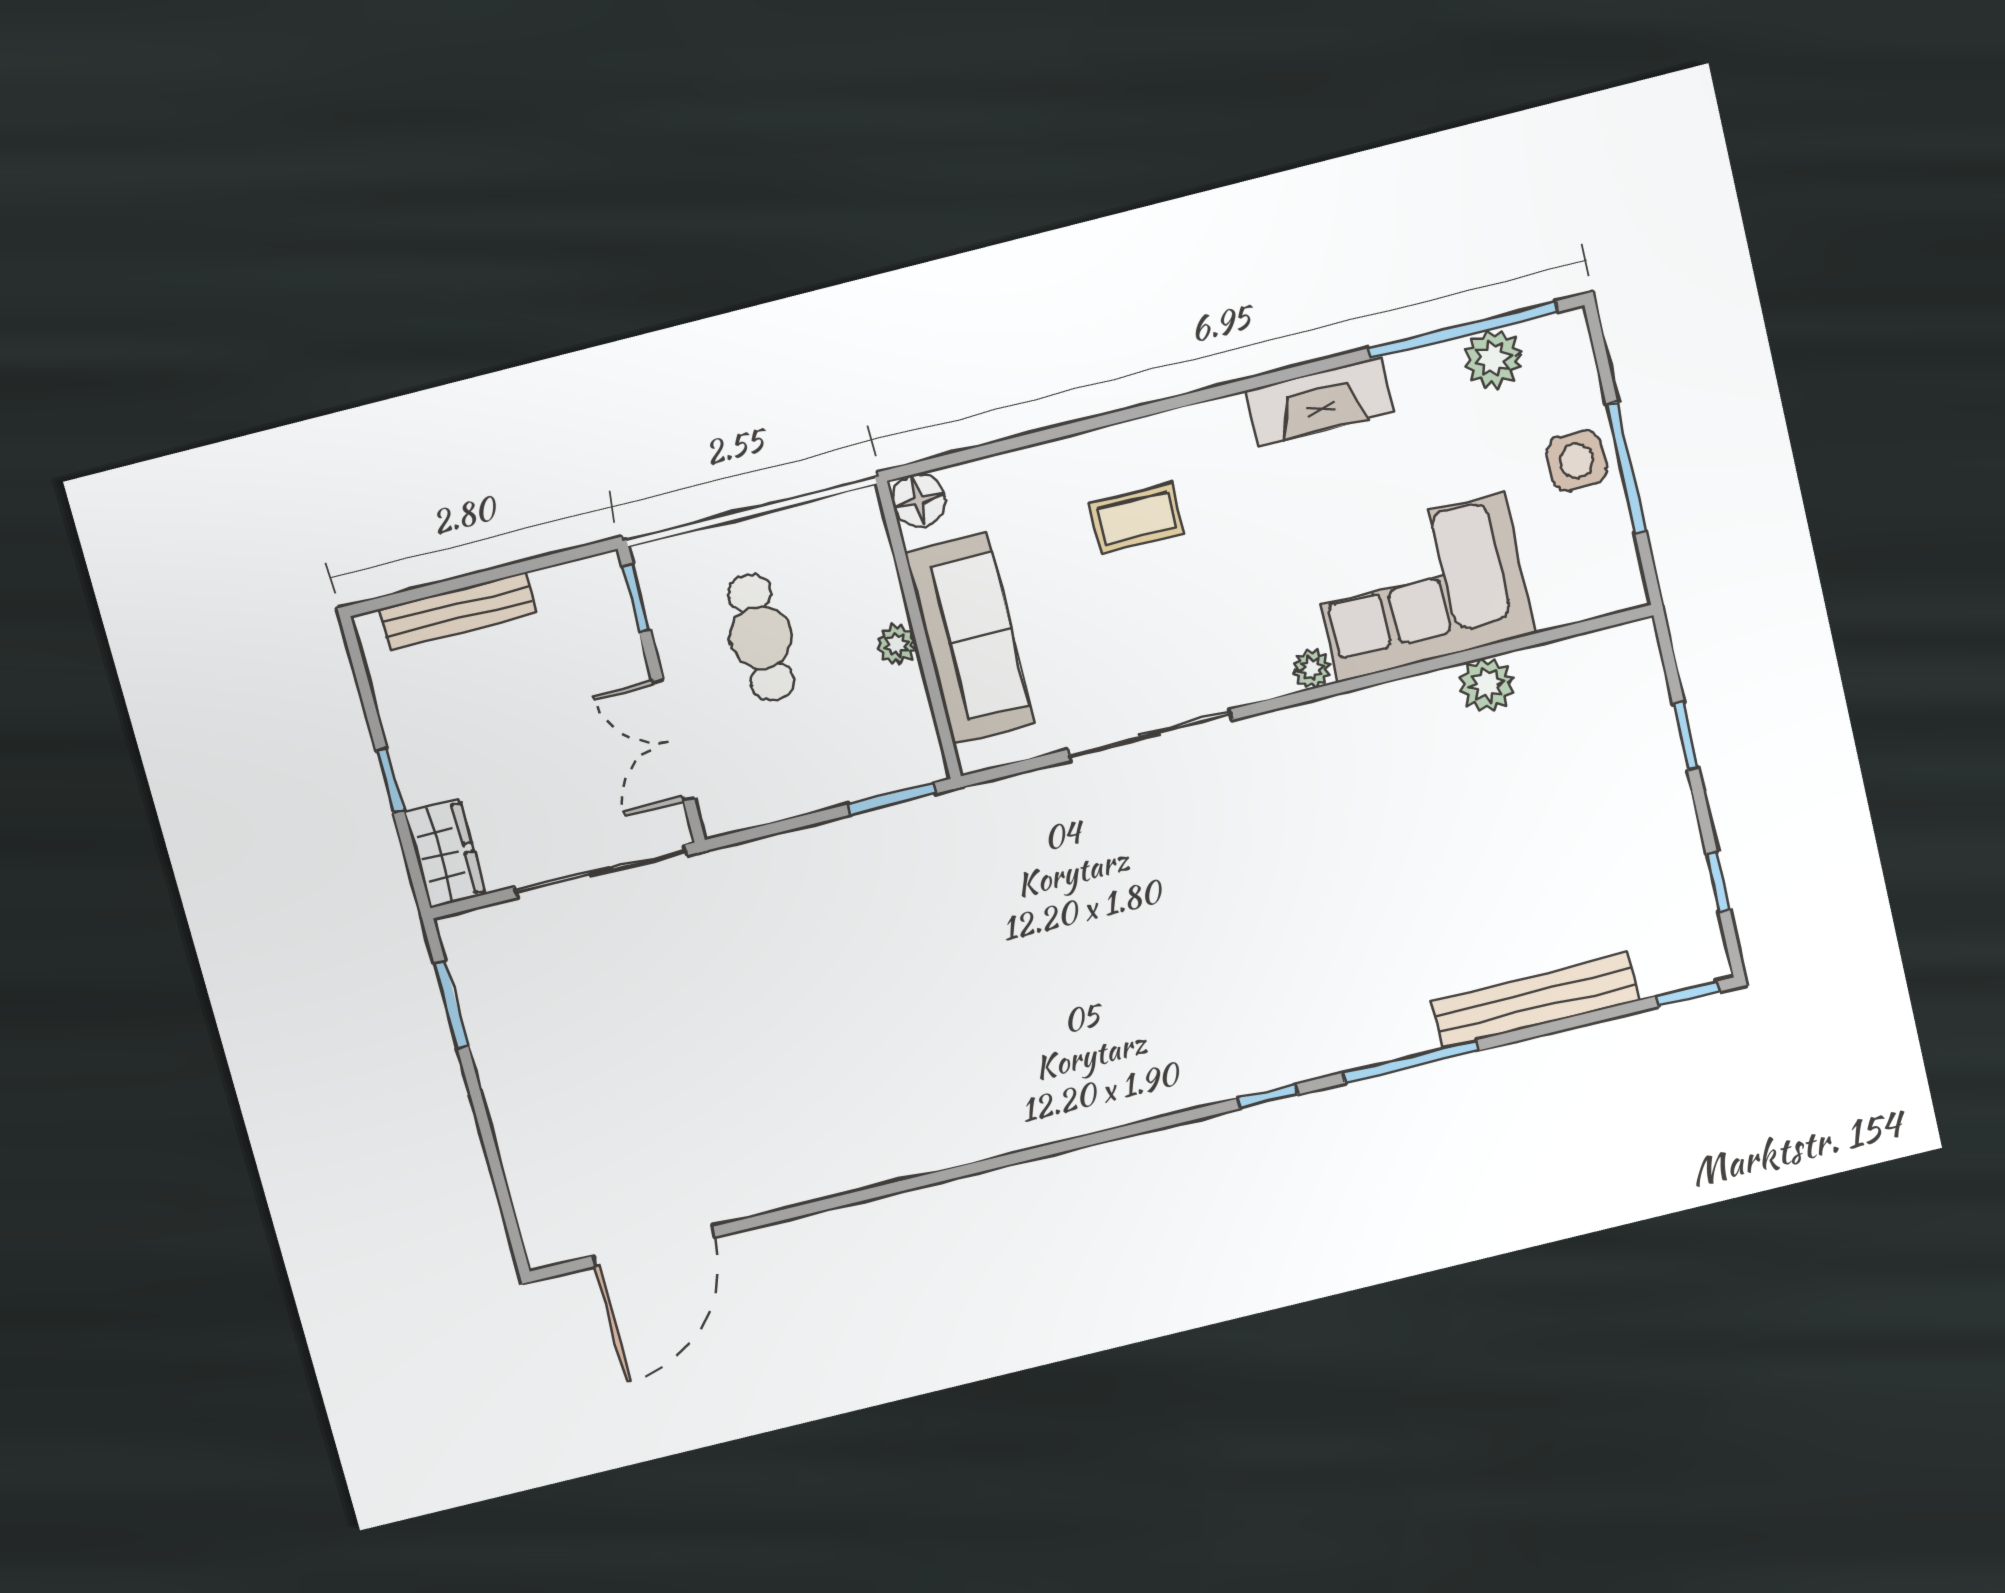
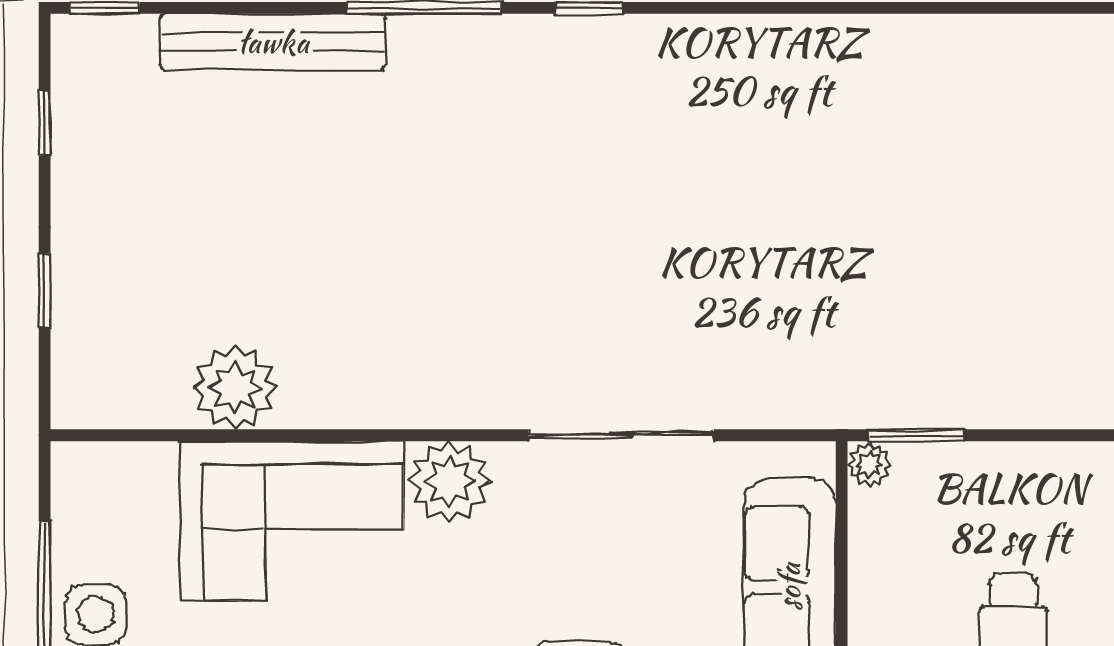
plant: (897, 645) -> (869, 465), moved
plant: (1312, 669) -> (449, 482), width x1.87, depth x1.87
plant: (1487, 685) -> (235, 388), width x1.36, depth x1.36

